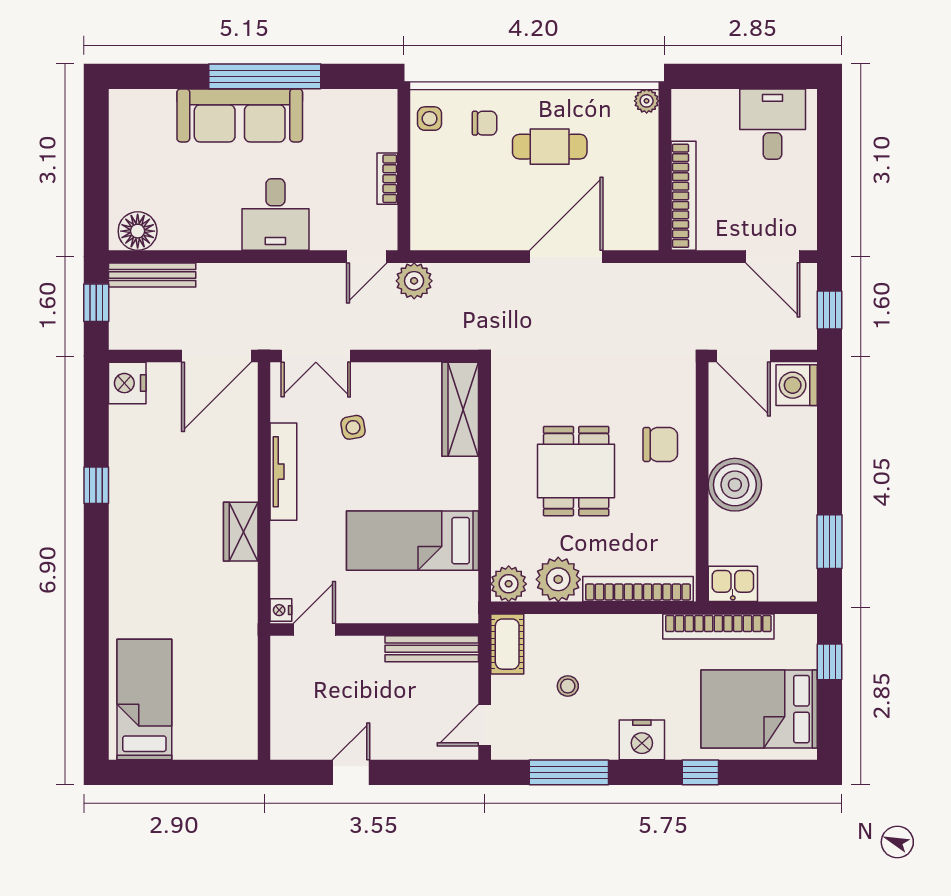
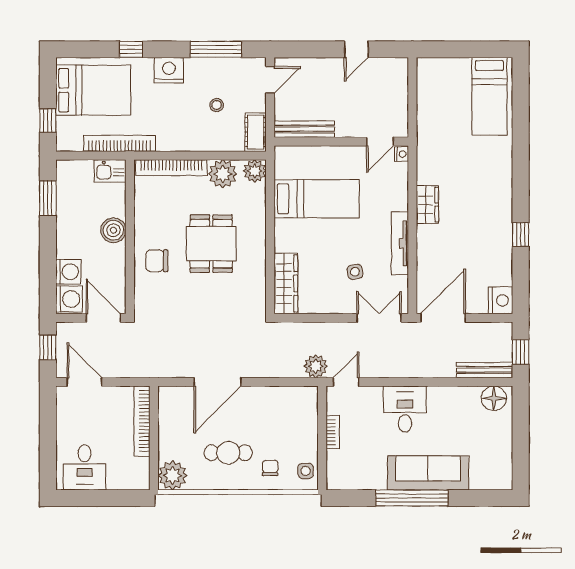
plant: (647, 101) -> (173, 475), width x1.87, depth x1.87
chair: (485, 123) -> (270, 468), turned 90
washing machine: (798, 427) -> (68, 272), added
boiler: (735, 485) -> (113, 230), width x0.73, depth x0.73

